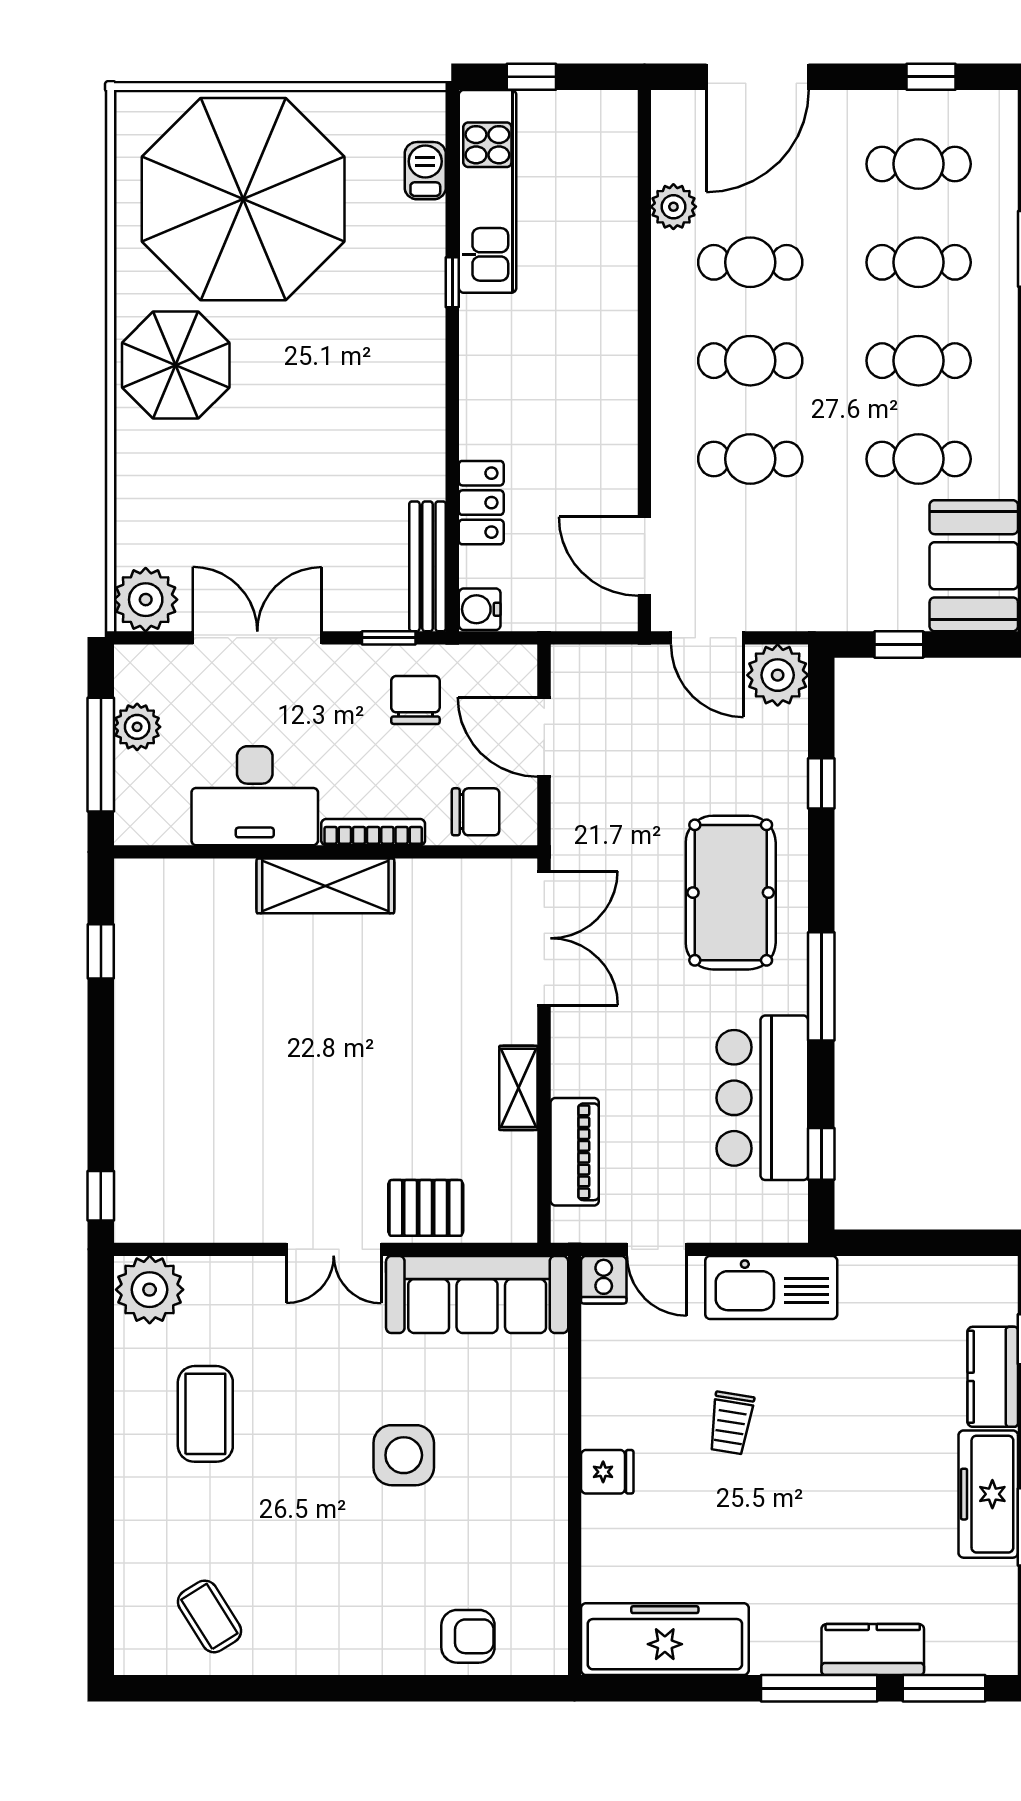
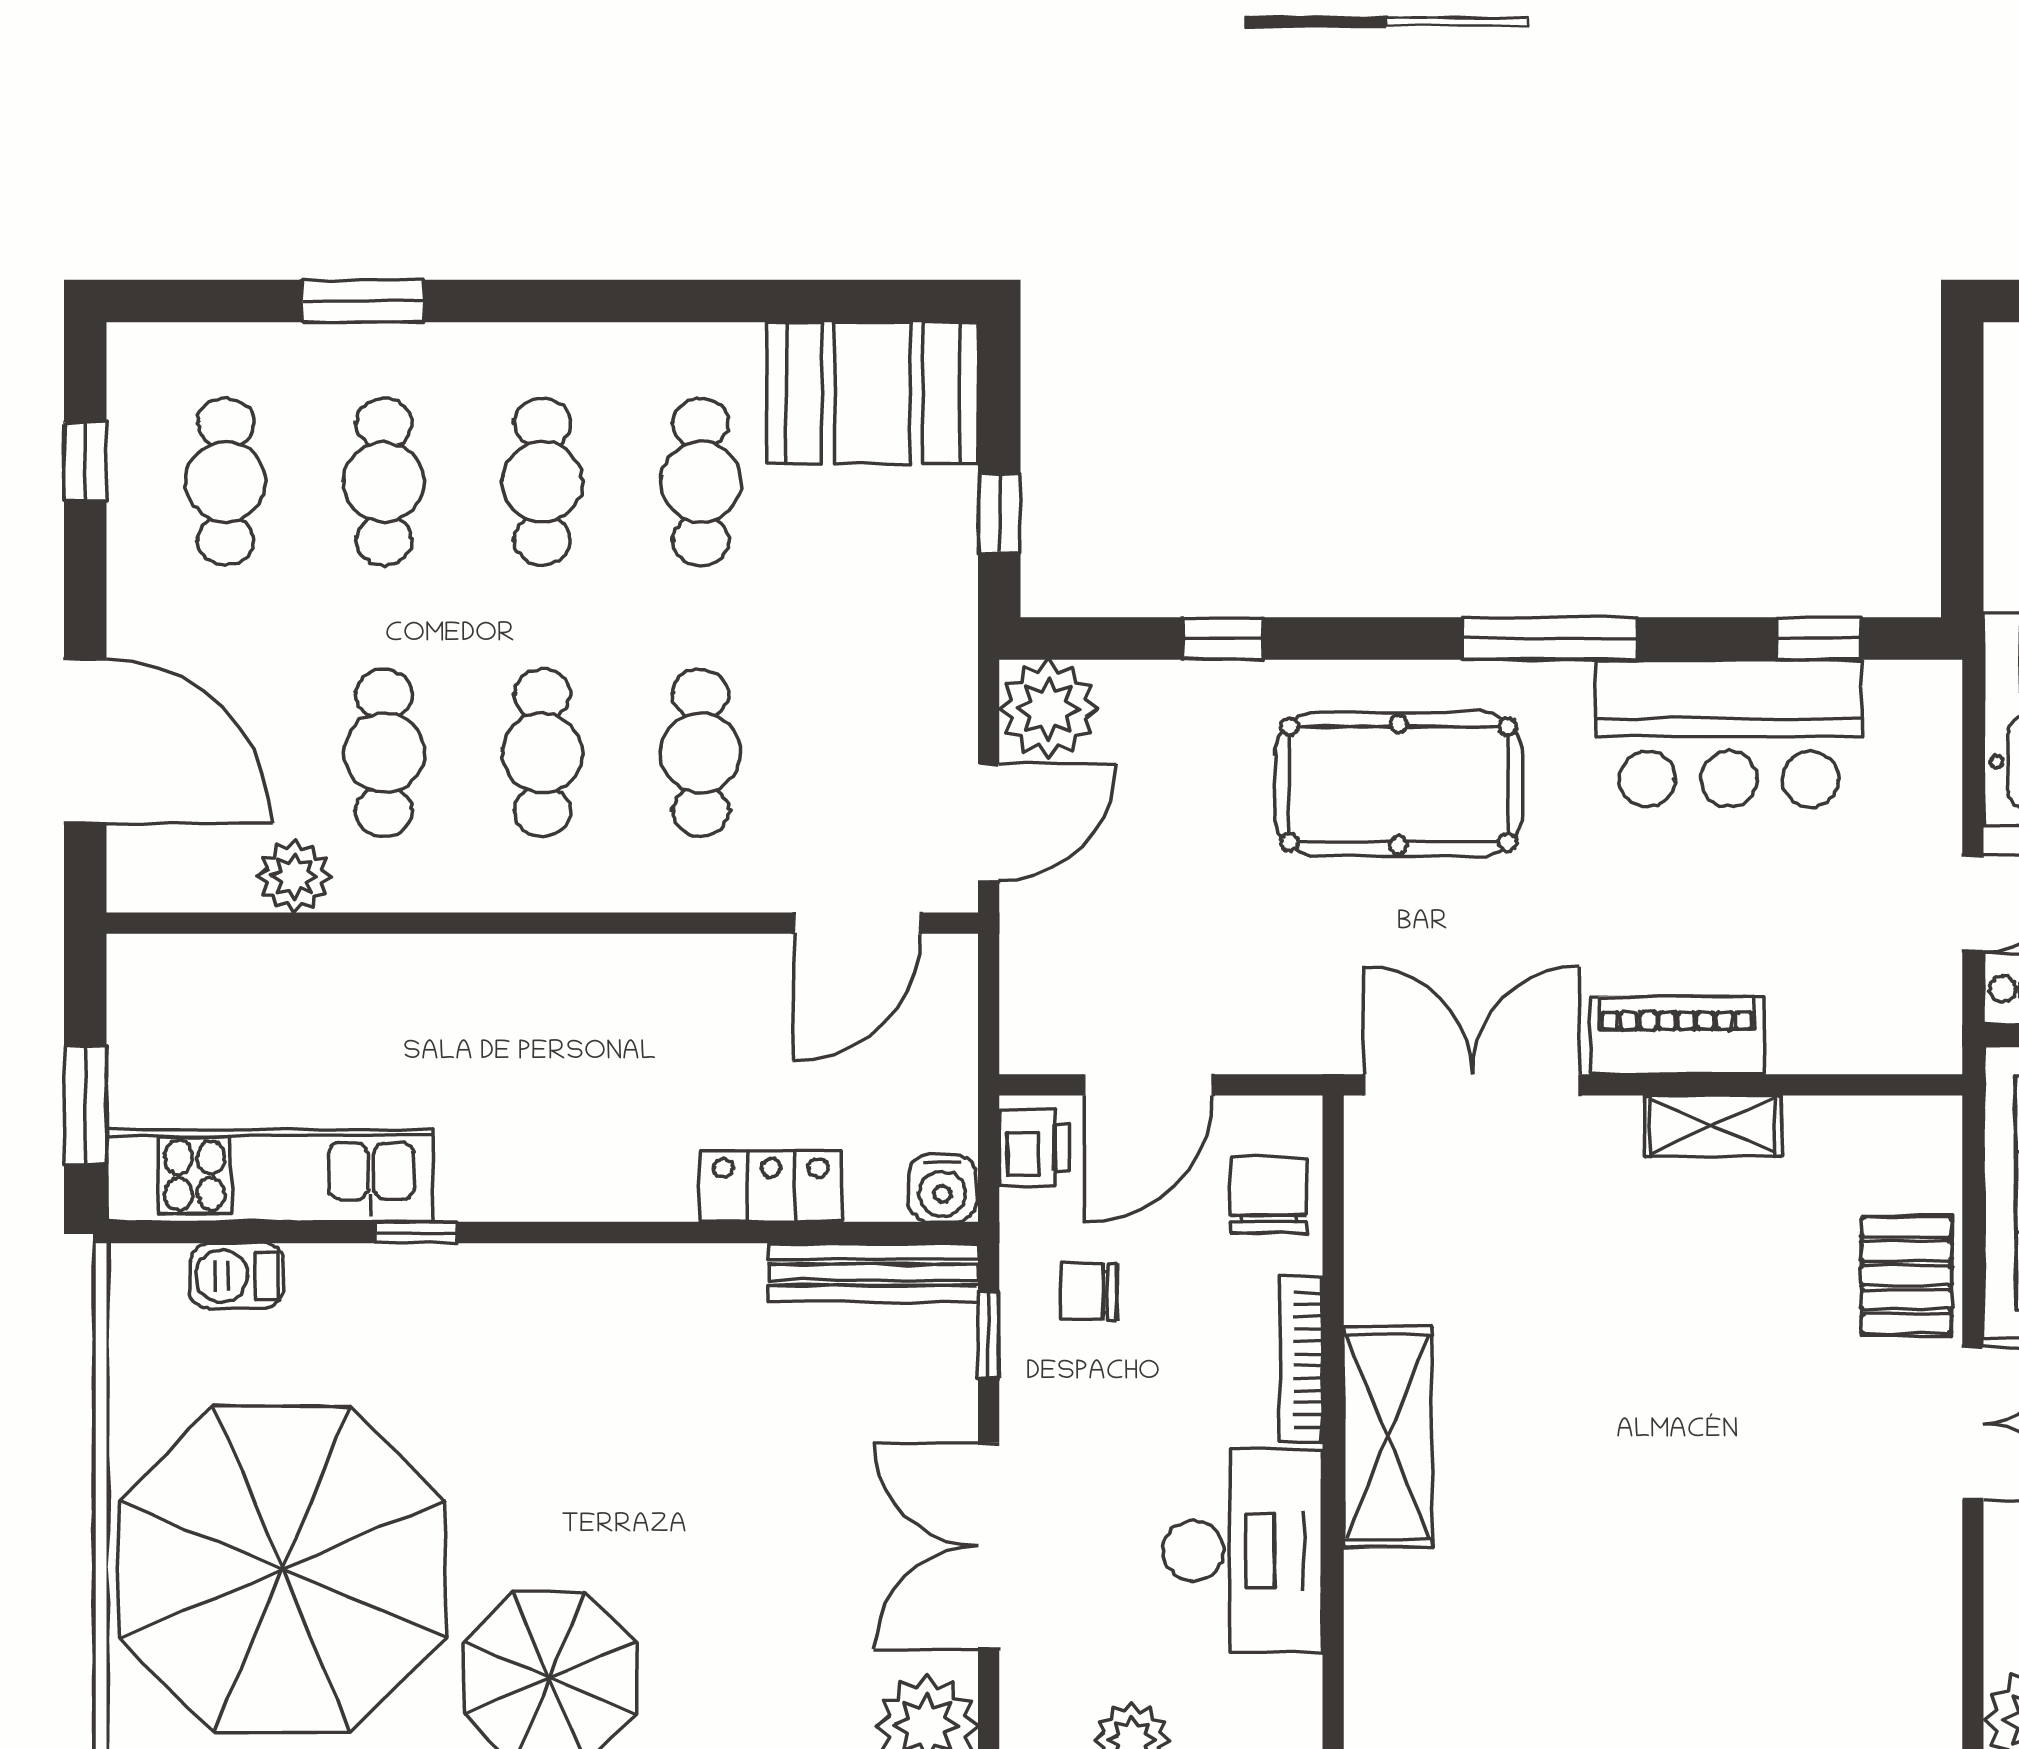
window: (531, 77) -> (85, 1105), width x1.50
printer: (505, 666) -> (1034, 1147), added
chair: (415, 700) -> (1088, 1292), width x0.73, depth x0.73
piano: (575, 1152) -> (1677, 1036), moved

